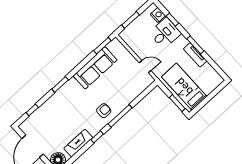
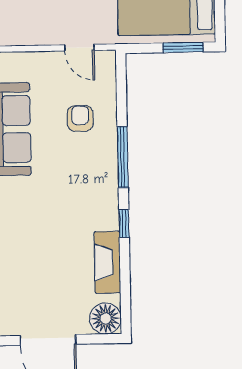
door: (145, 67) -> (79, 48), swing flipped
armchair: (104, 111) -> (80, 118), moved

